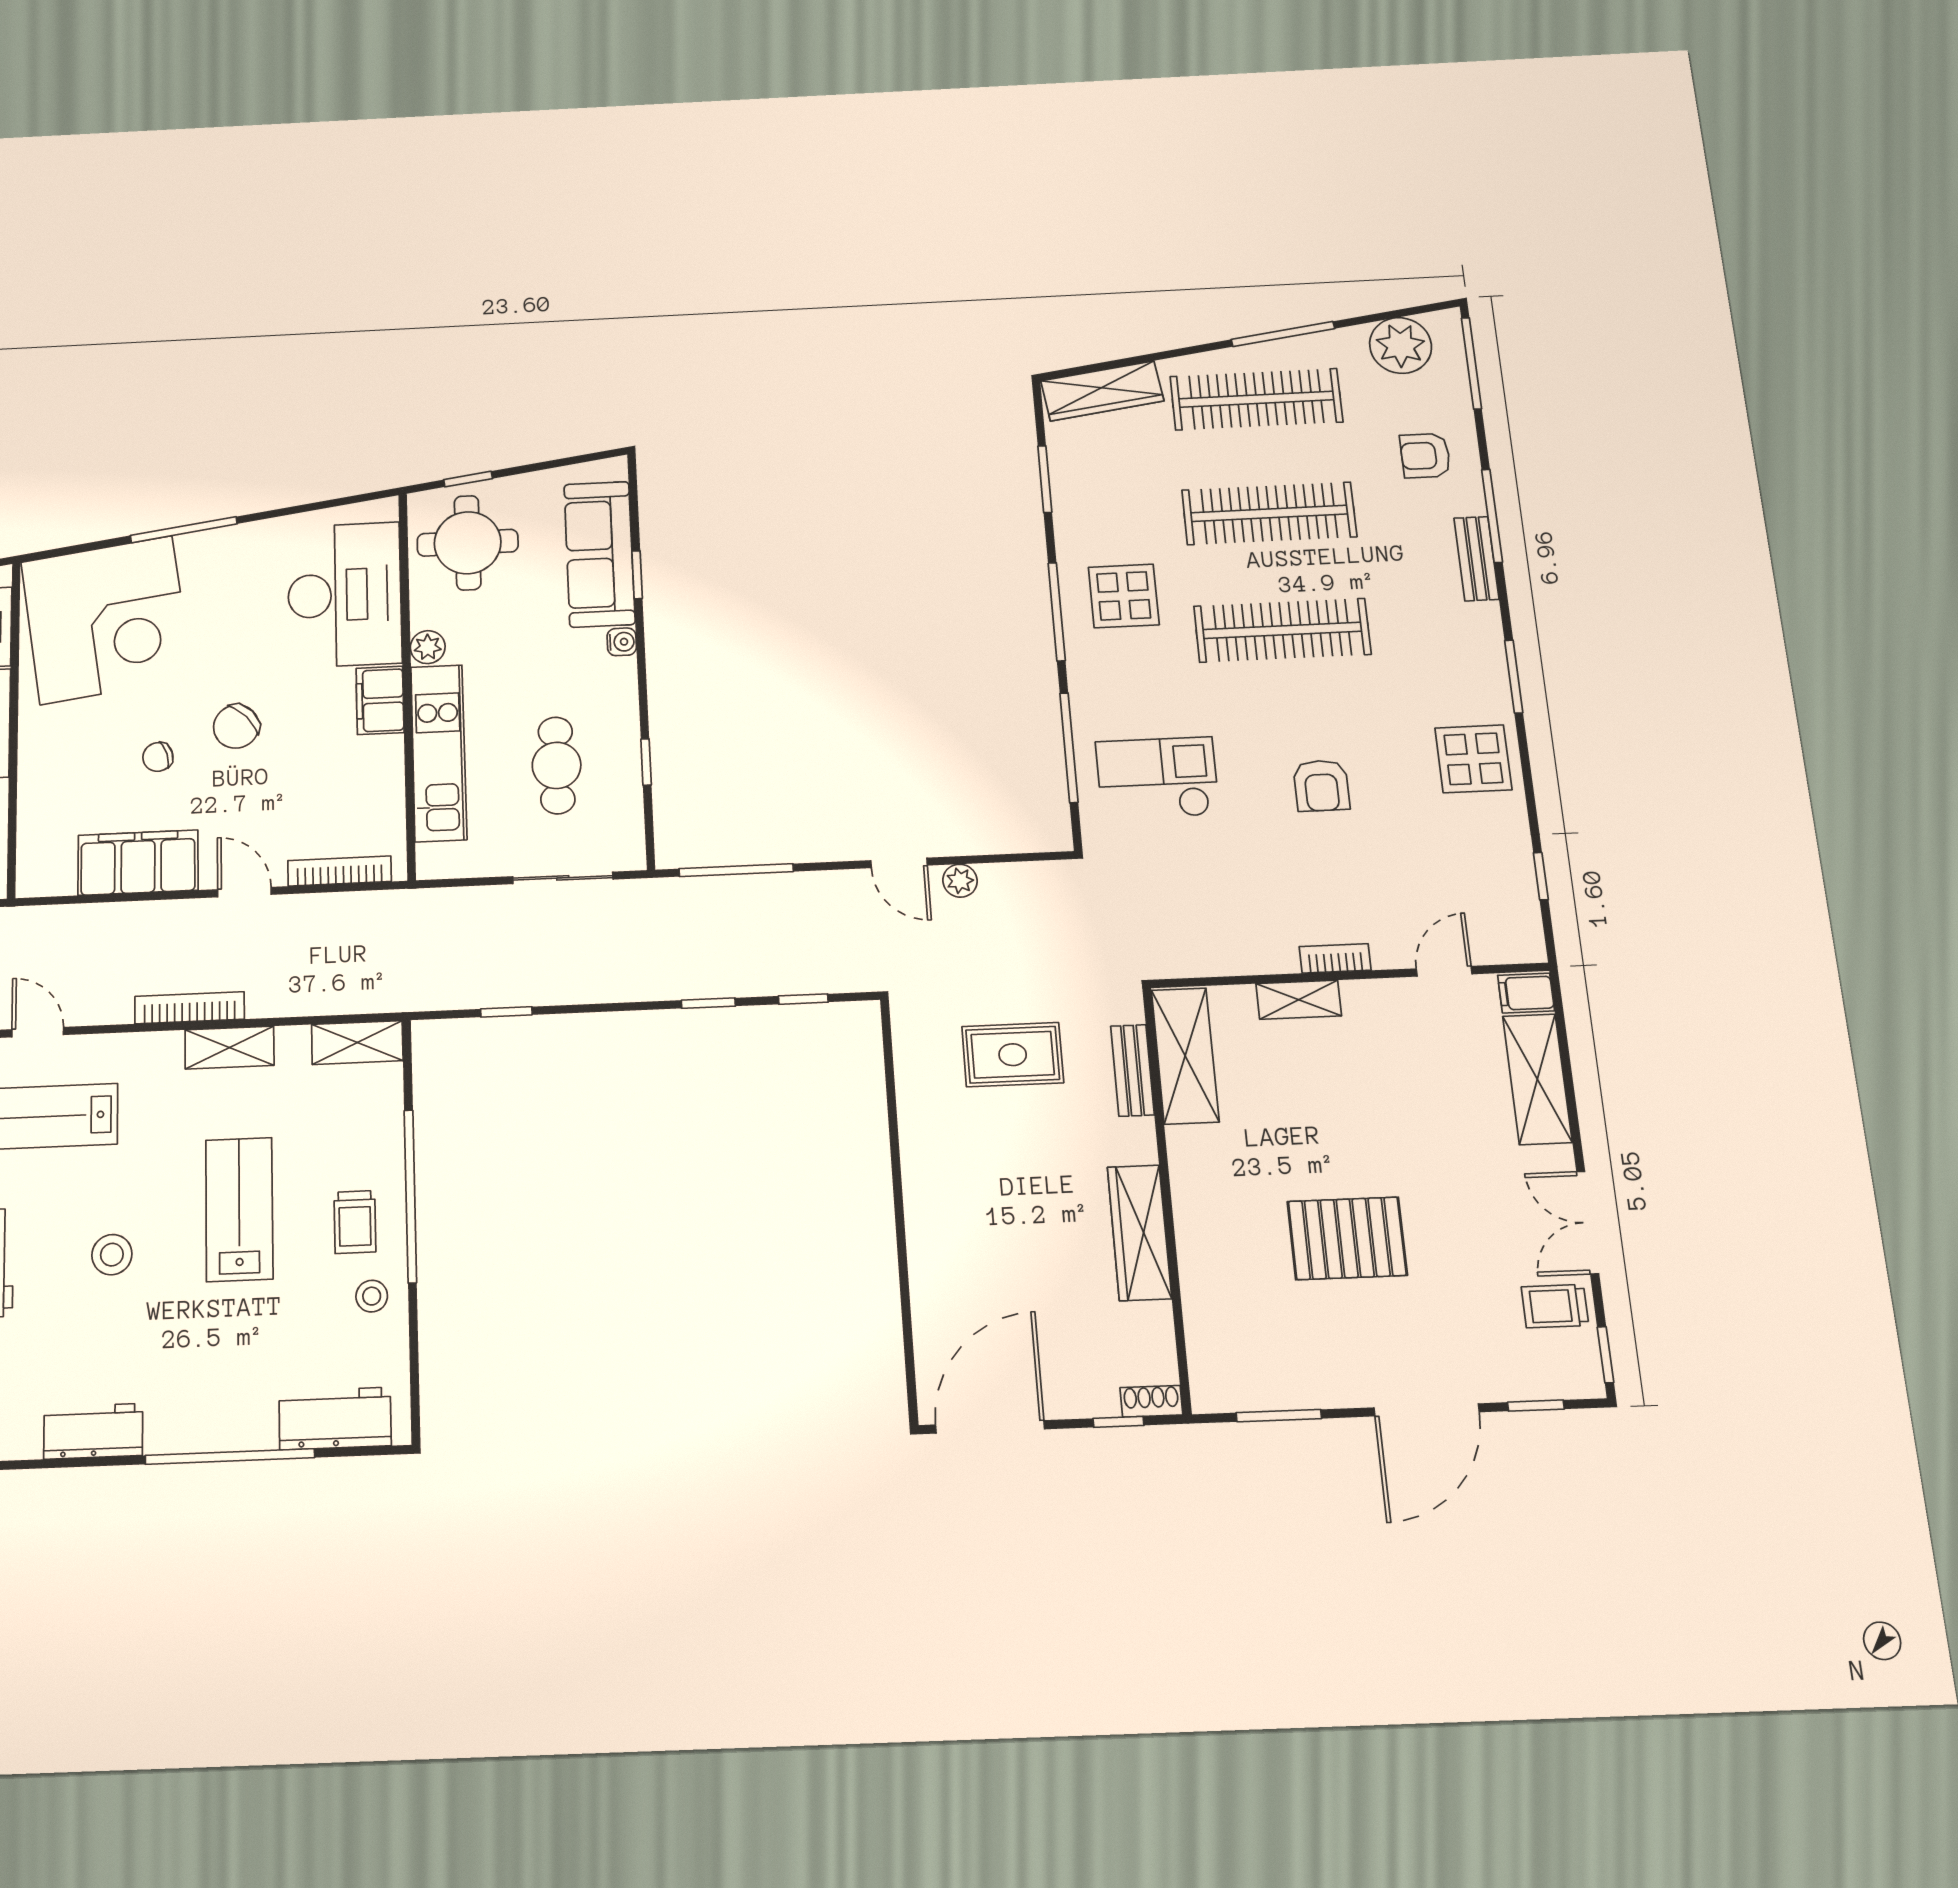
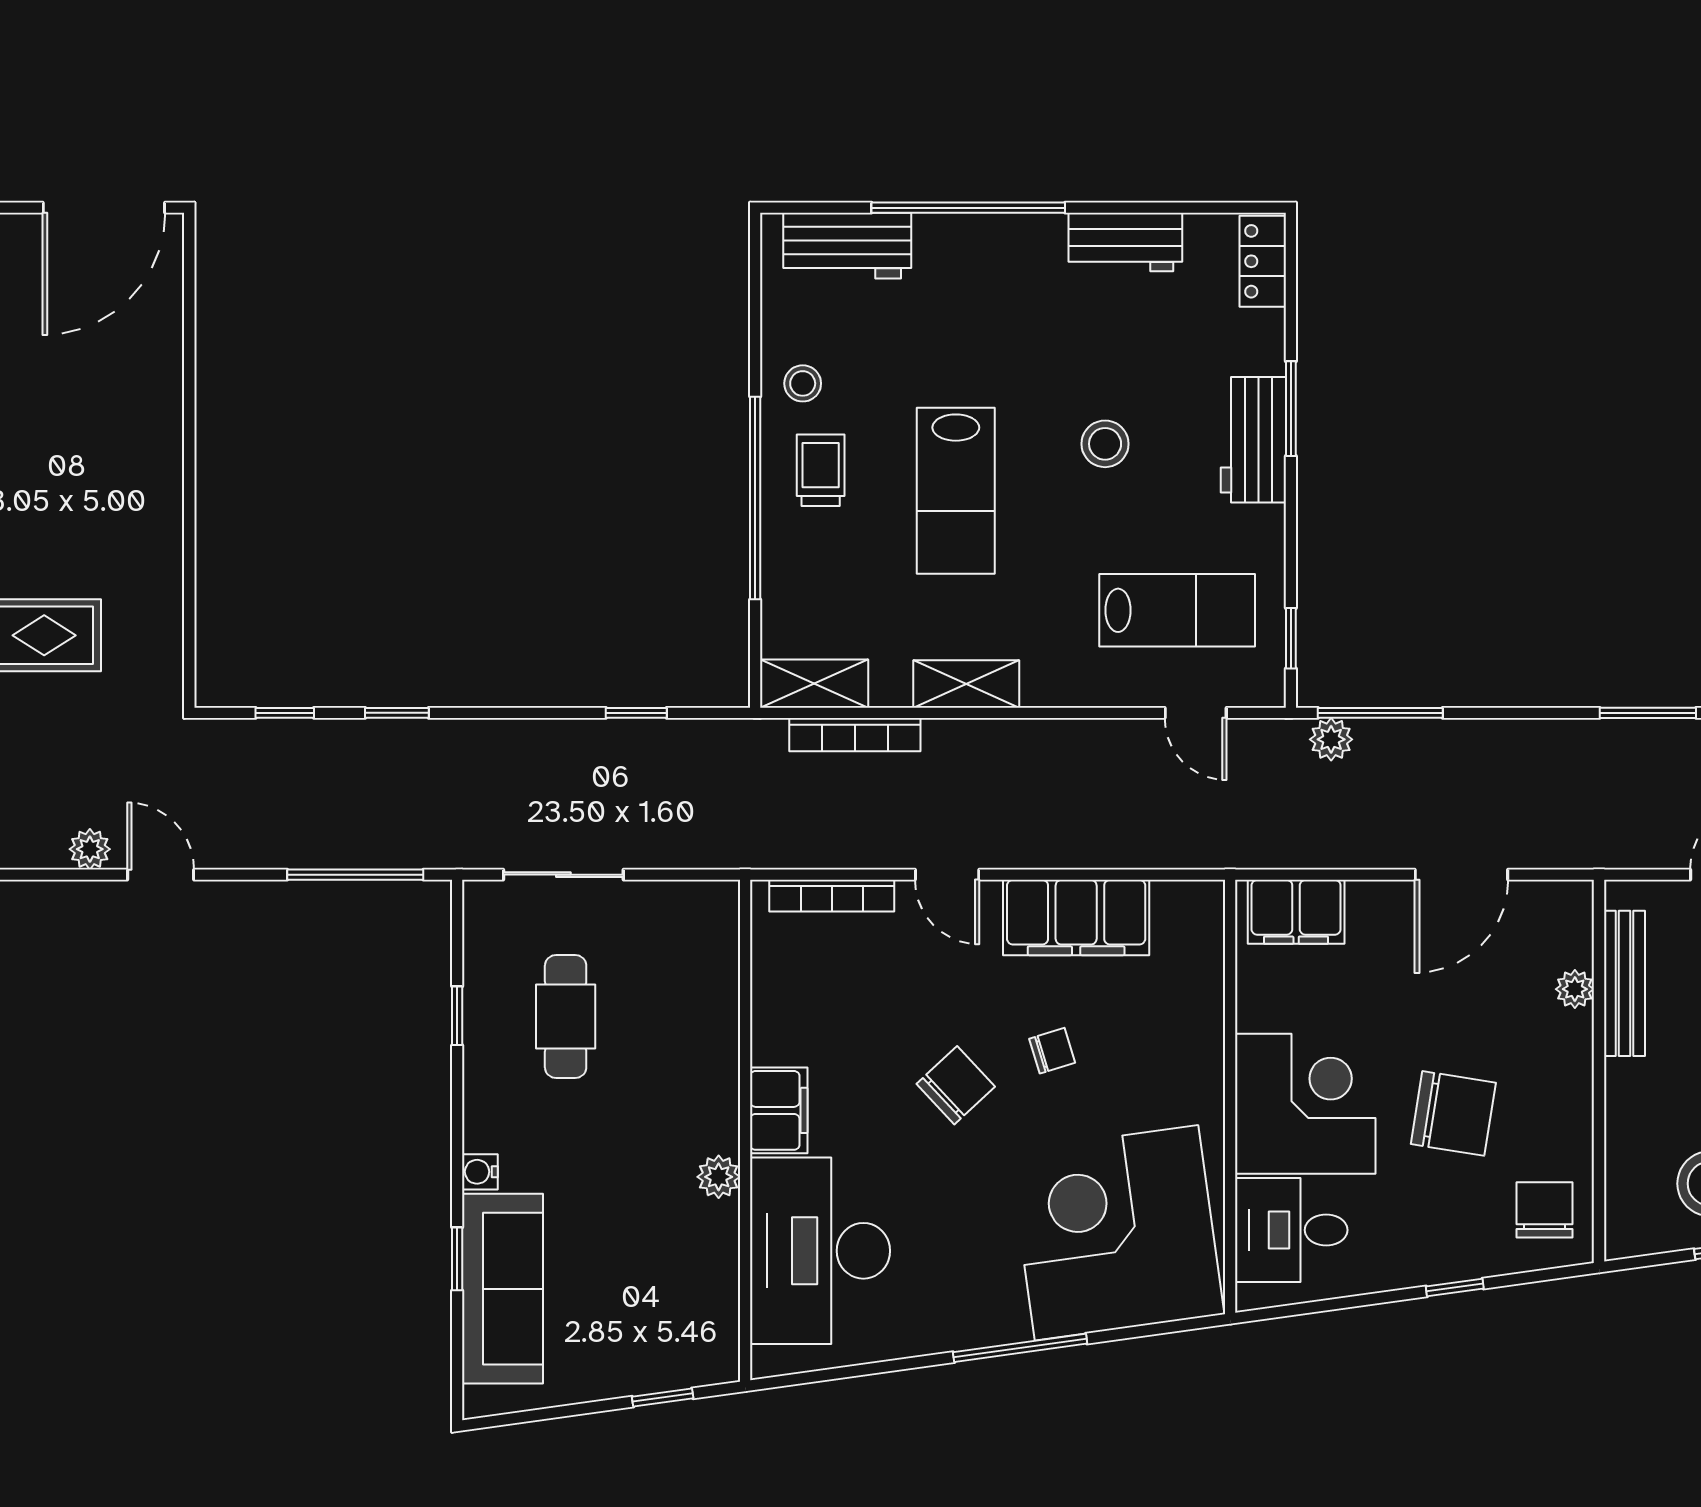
round table: (468, 543) -> (666, 1312), removed
kitchen unit: (439, 753) -> (708, 1039), removed
bookcase: (190, 1008) -> (855, 735), moved

